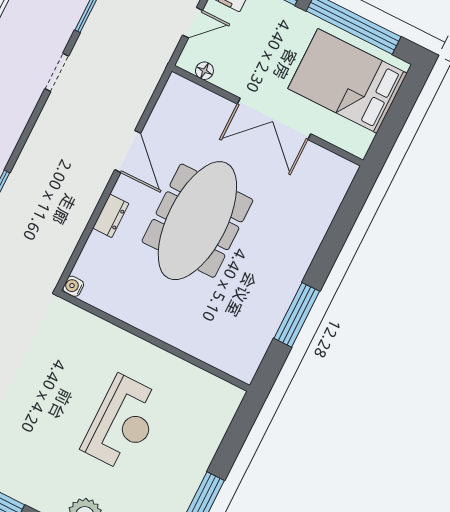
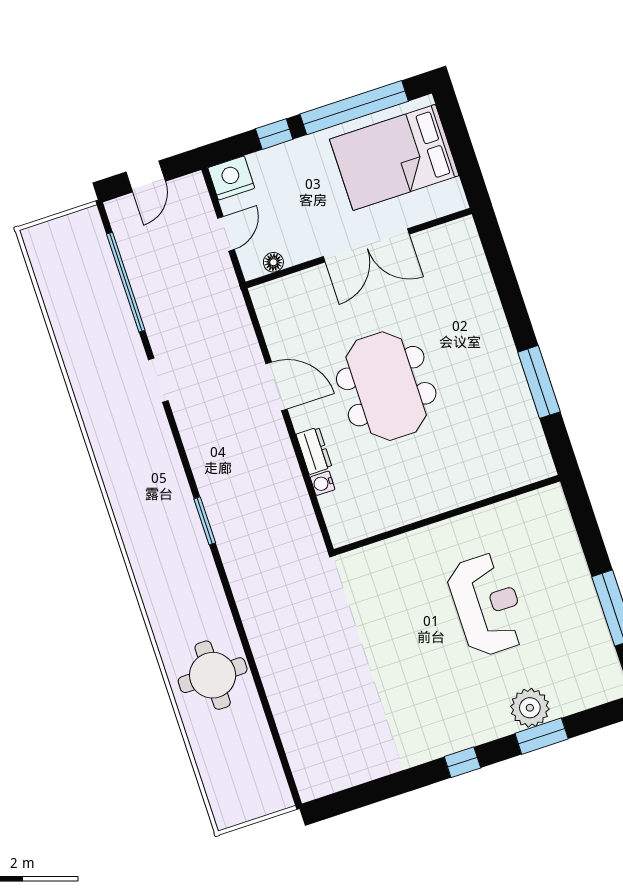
meeting table: (197, 221) -> (386, 386), width x0.73
water cooler: (73, 286) -> (323, 483), moved

